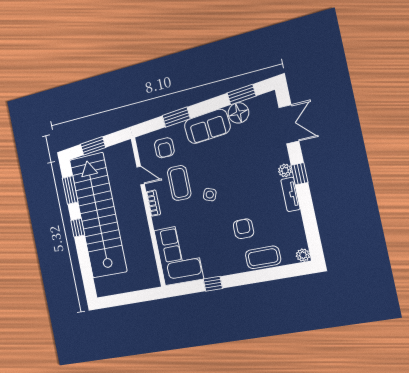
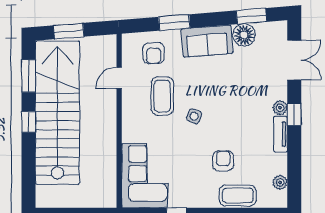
door: (141, 175) -> (119, 78), swing flipped
bookcase: (153, 203) -> (128, 112), removed
plant: (303, 255) -> (280, 182), moved

